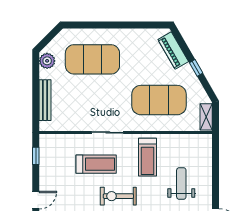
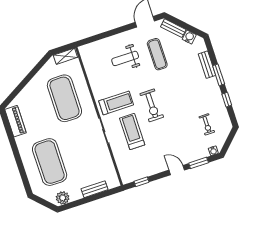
piano: (173, 50) -> (16, 121), moved, turned -60
window: (196, 68) -> (29, 77), removed
bench: (45, 100) -> (95, 189), width x0.73
treadmill: (147, 157) -> (116, 103), moved

